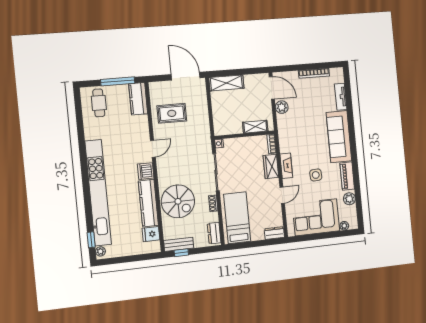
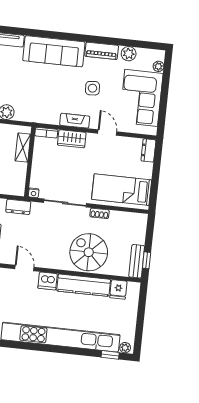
spiral stairs: (178, 201) -> (89, 252), turned -90
dresser: (214, 233) -> (18, 207), moved

